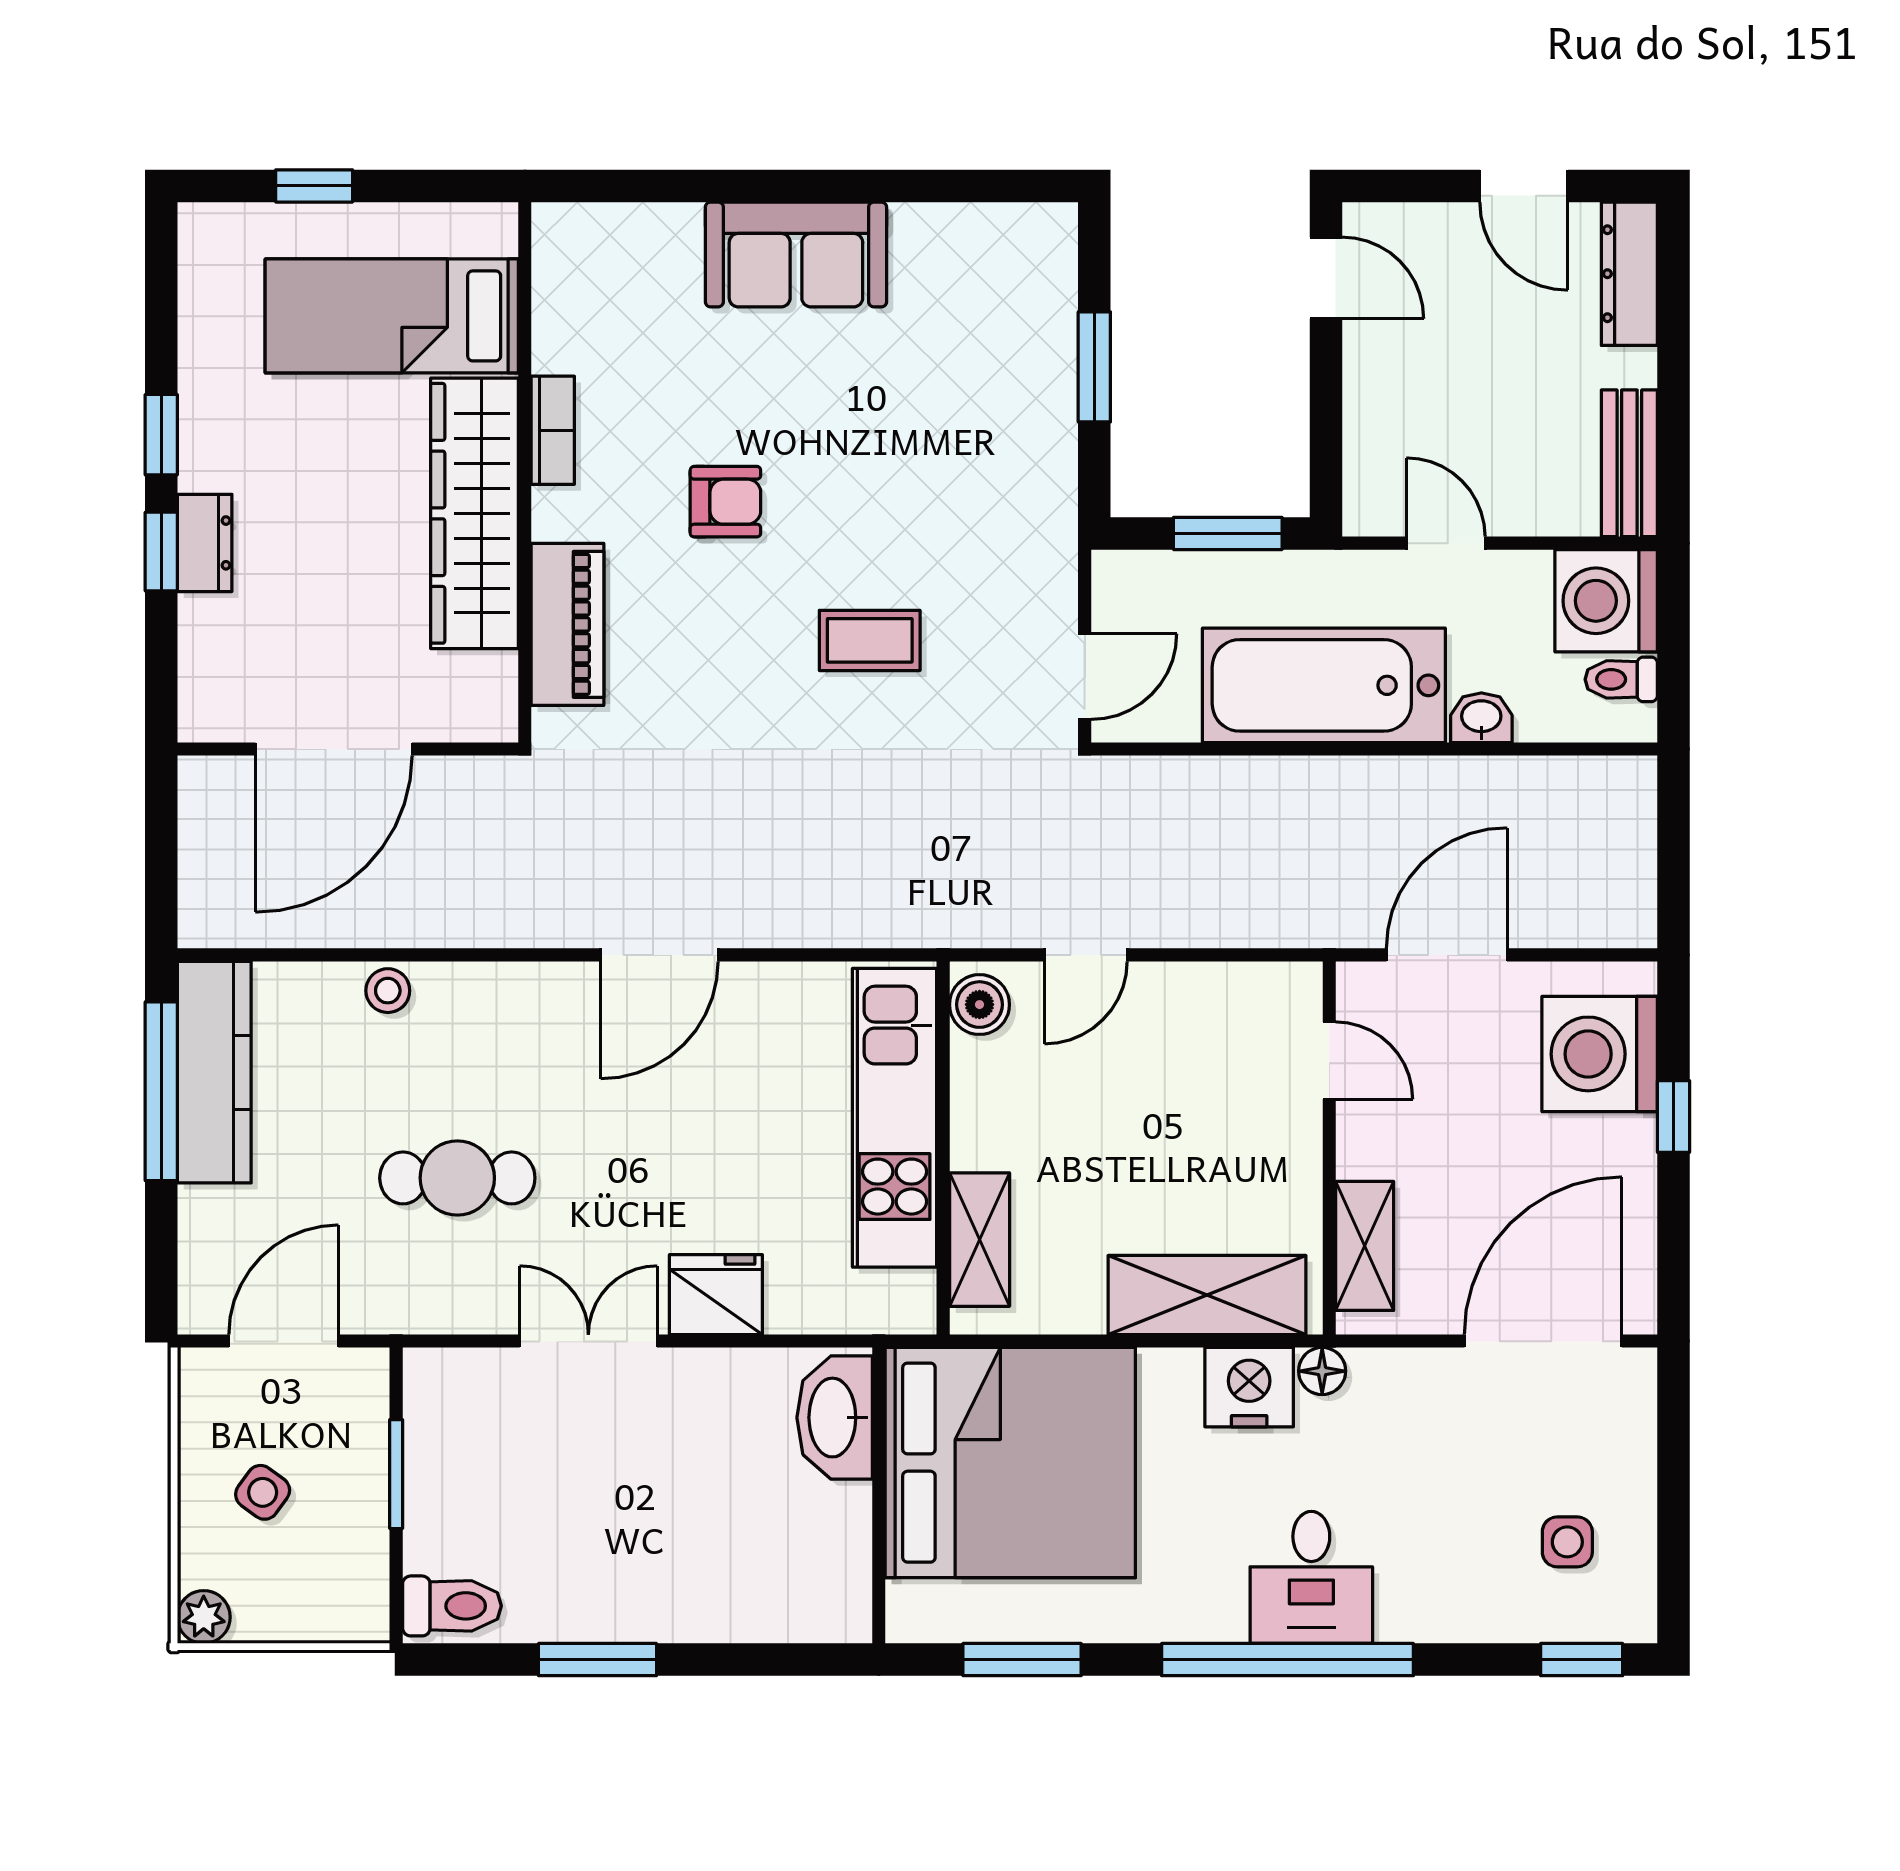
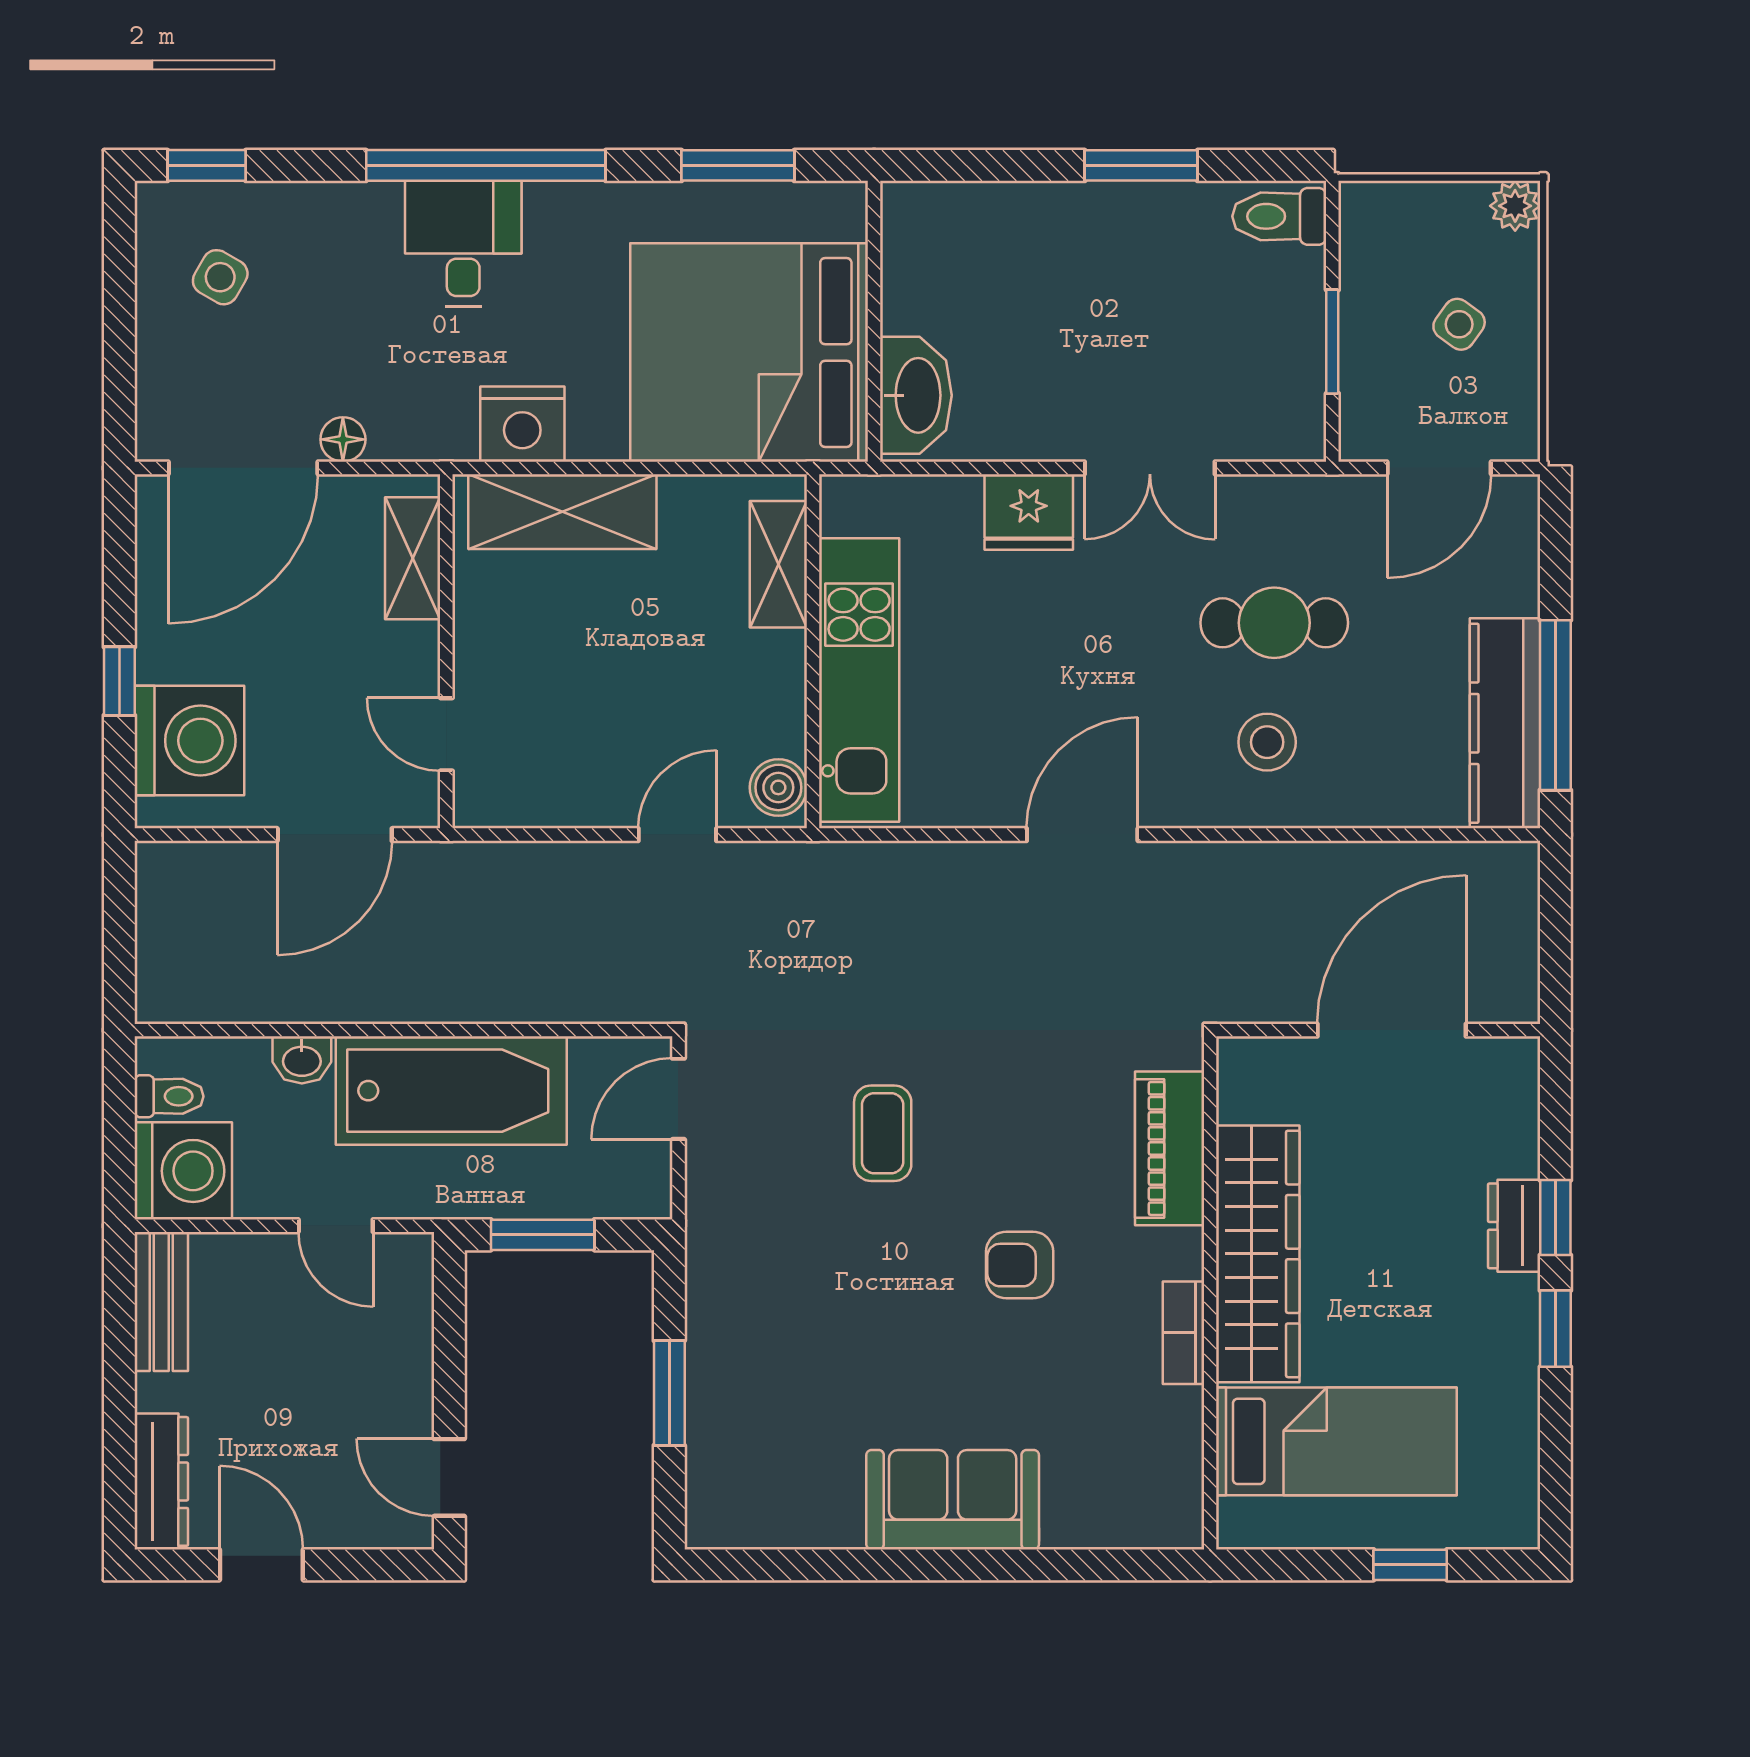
coffee table: (870, 640) -> (883, 1133), turned 90
stool: (388, 991) -> (1267, 742), moved, width x1.37, depth x1.37
floor lamp: (1322, 1371) -> (343, 439), moved
side table: (1567, 1542) -> (220, 277), turned 30

